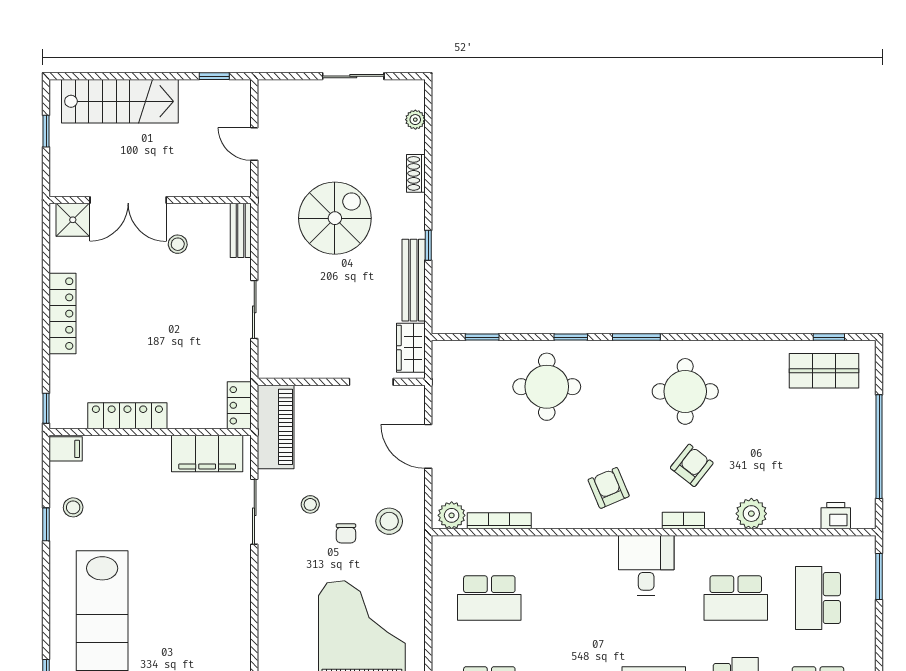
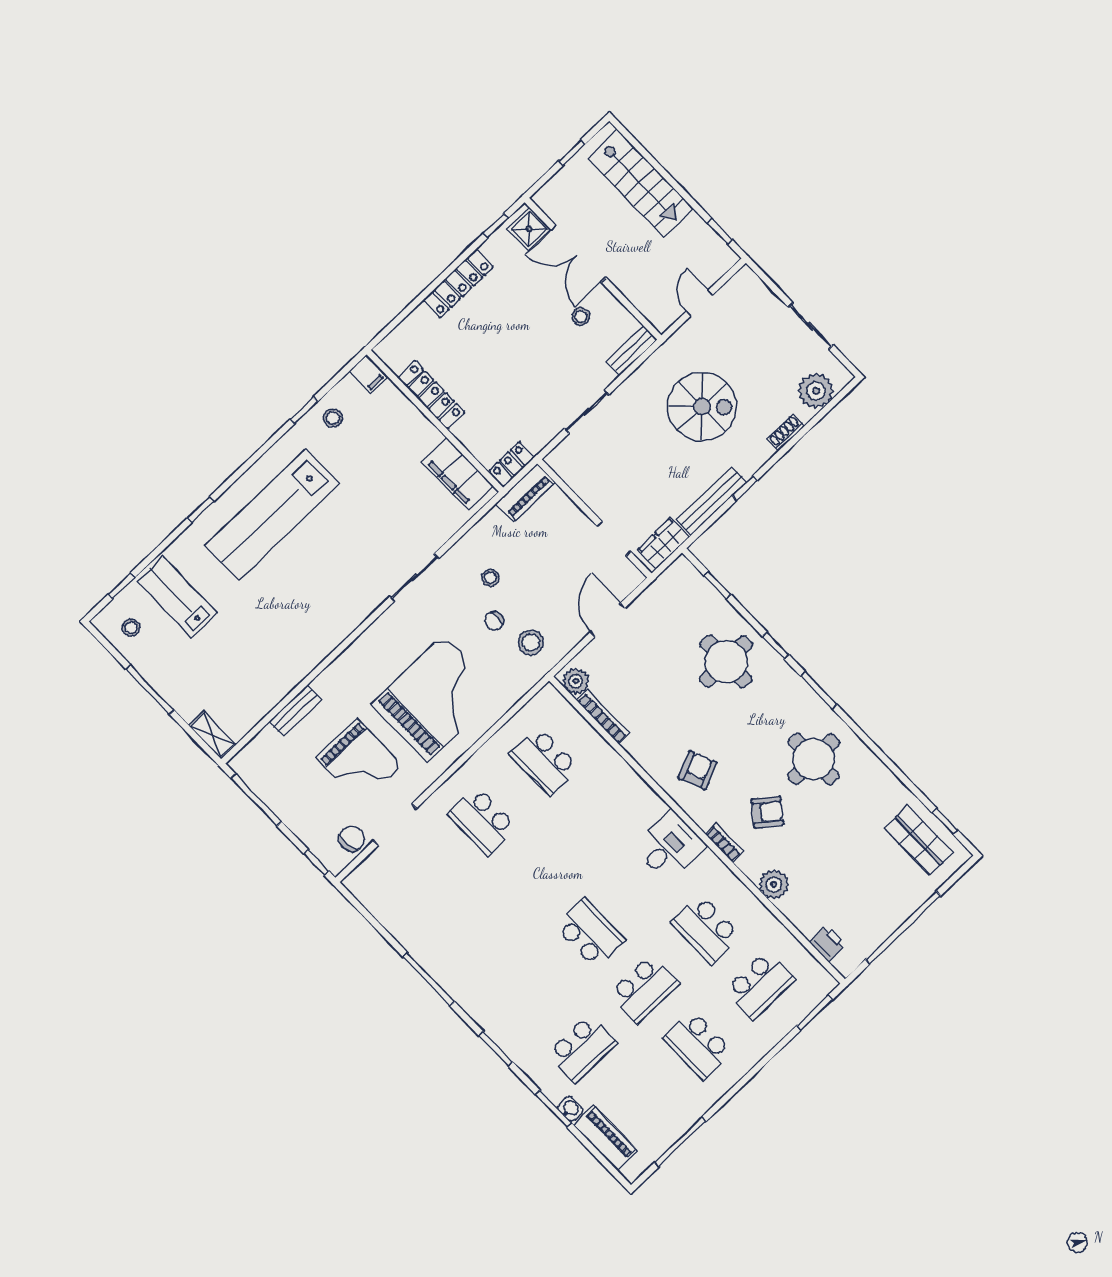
plant: (415, 120) -> (816, 391), width x1.87, depth x1.87
window: (46, 408) -> (496, 226), moved
piano: (276, 427) -> (525, 493), width x0.73, depth x0.75
sliding door: (254, 512) -> (414, 578), moved
school desk: (818, 598) -> (760, 985), turned 180

